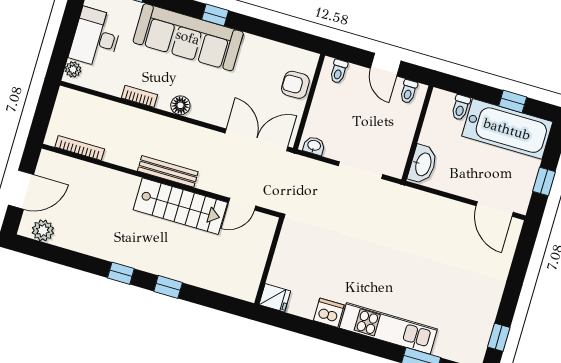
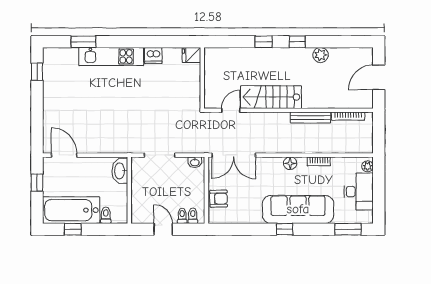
toilet: (408, 92) -> (182, 216), moved
bench: (168, 171) -> (311, 117), moved
plant: (43, 230) -> (320, 55), moved

